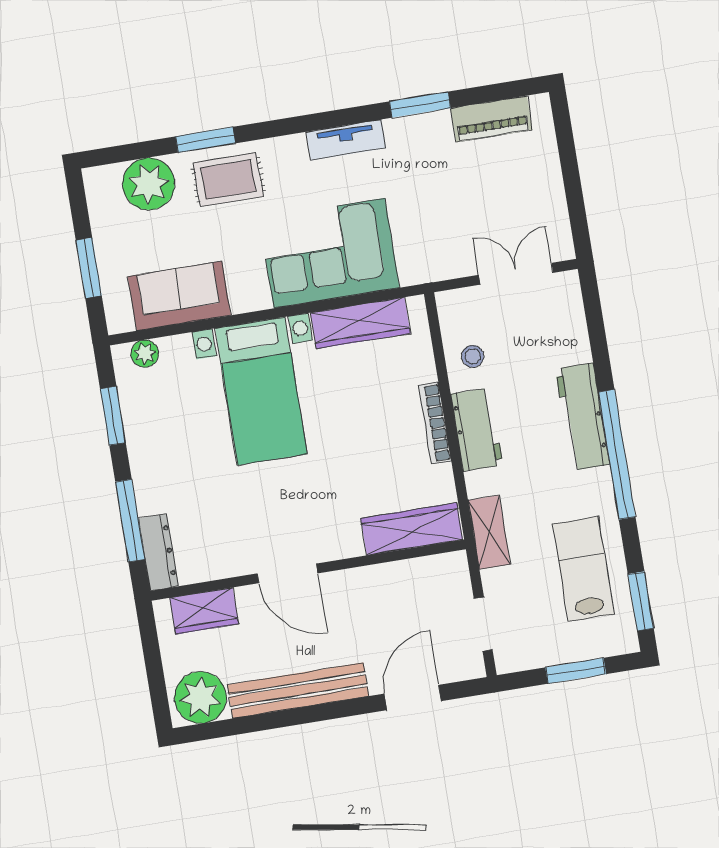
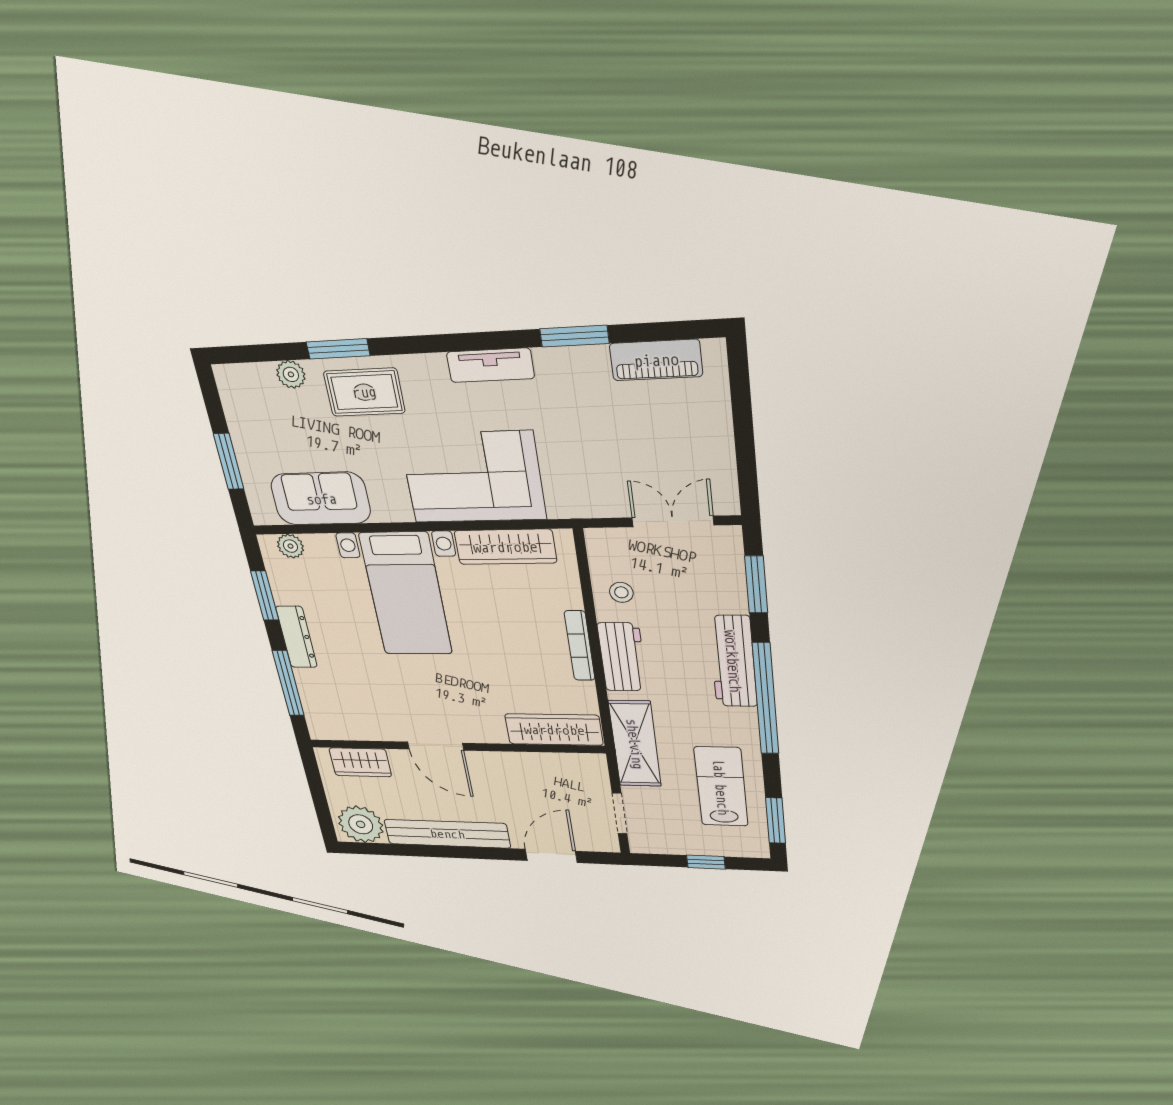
plant: (149, 184) -> (291, 374), width x0.53, depth x0.53
window: (596, 329) -> (756, 585), added
shelving: (489, 532) -> (635, 744), width x1.50, depth x1.33
dresser: (158, 552) -> (296, 637), moved
window: (576, 671) -> (706, 862), width x0.67

